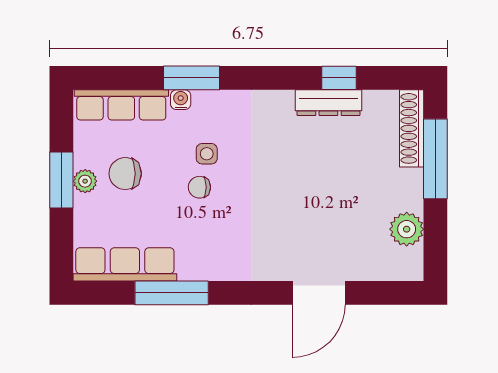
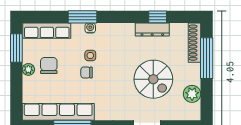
water cooler: (181, 100) -> (90, 28), moved
chair: (125, 174) -> (49, 66), turned 90
window: (61, 180) -> (16, 48), moved
spiral stairs: (331, 200) -> (153, 79), added
row of seats: (125, 264) -> (58, 112), width x1.36

